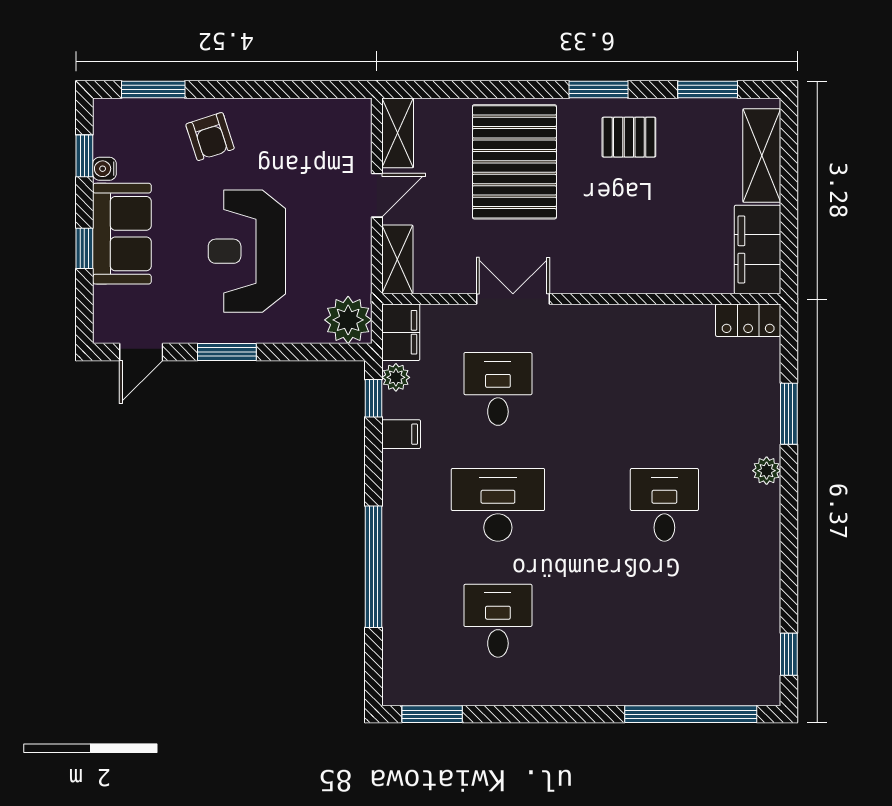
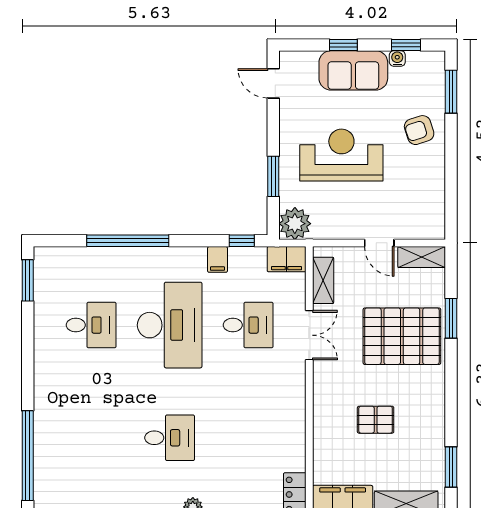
window: (599, 90) -> (451, 318), moved
pallet: (629, 137) -> (376, 420), moved, turned 90
shelving: (397, 259) -> (323, 280), moved, turned 90
window: (227, 352) -> (273, 176), moved
plant: (396, 377) -> (256, 256), removed
desk: (498, 505) -> (170, 325), width x1.36, depth x1.30

